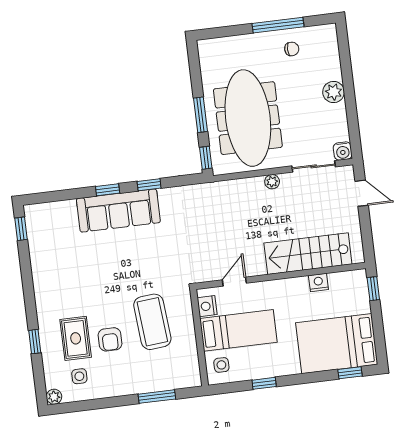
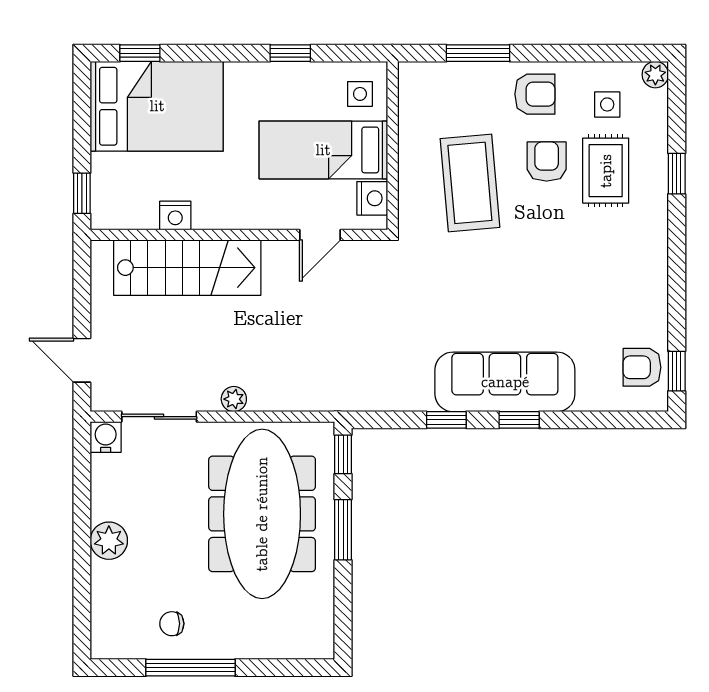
armchair: (41, 228) -> (642, 367), added
armchair: (121, 377) -> (535, 94), added

